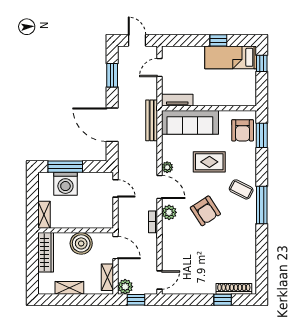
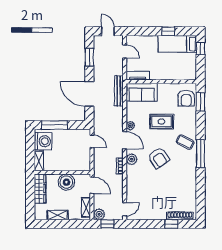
door: (159, 68) -> (125, 51), swing flipped
sofa: (190, 122) -> (142, 92), width x0.73
washing machine: (65, 184) -> (43, 141), moved, turned -90

